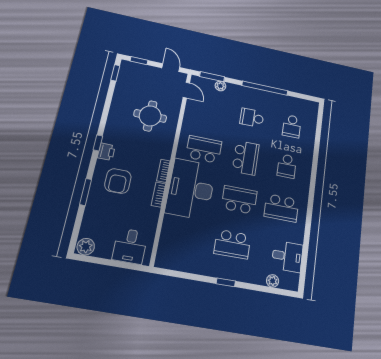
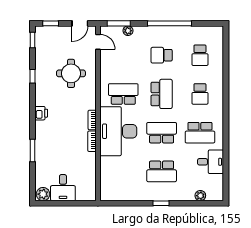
door: (171, 68) -> (80, 23), swing flipped
window: (98, 143) -> (32, 76), moved
armchair: (118, 181) -> (56, 136), removed
desk: (130, 246) -> (63, 188), moved
desk: (287, 256) -> (211, 162), moved

